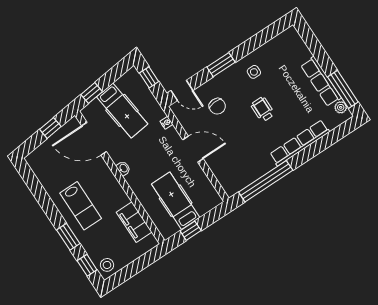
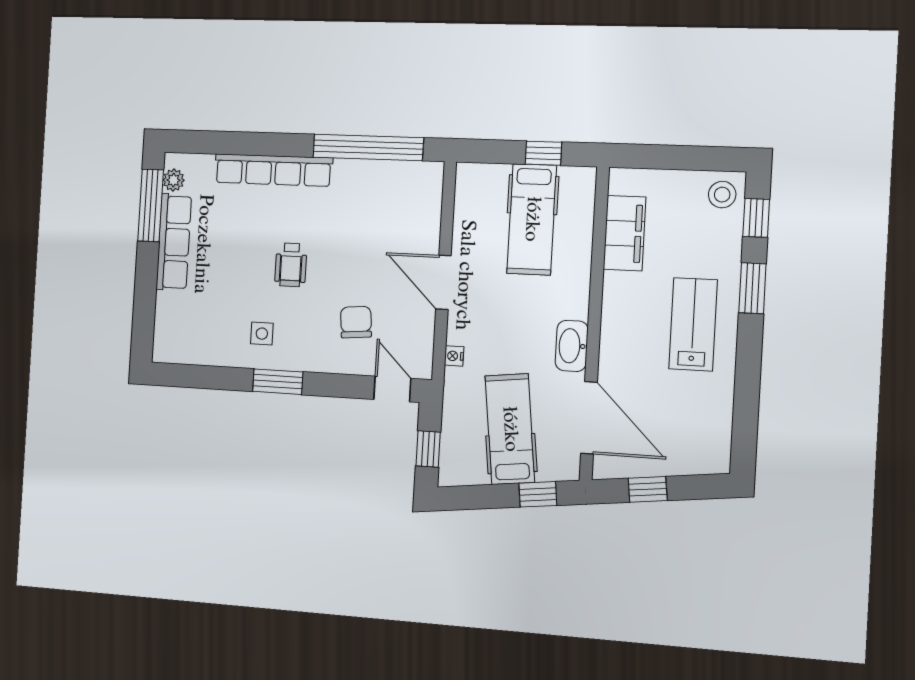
window: (221, 65) -> (278, 382), moved
washbasin: (123, 168) -> (572, 346), width x1.91, depth x1.45

